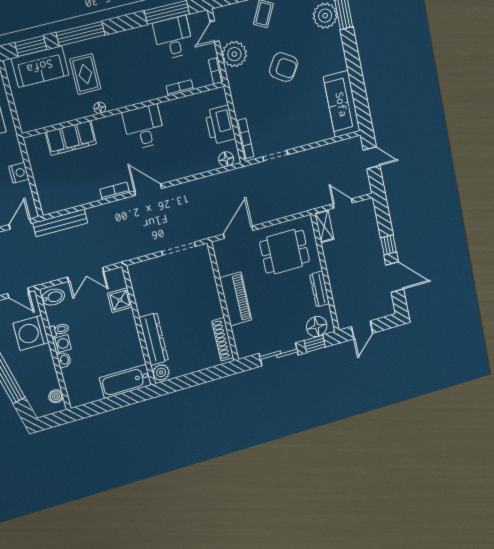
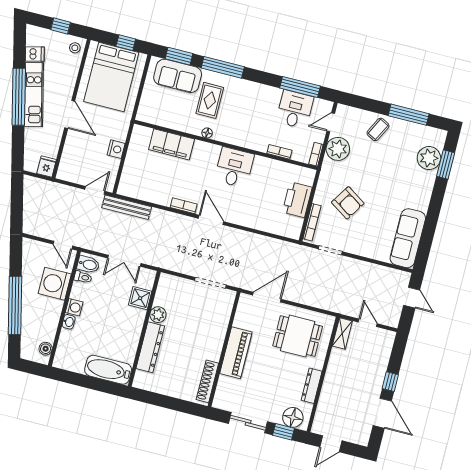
armchair: (283, 67) -> (348, 203), moved
floor lamp: (226, 159) -> (288, 230), removed
toilet: (59, 330) -> (83, 277), moved
plant: (161, 372) -> (158, 315), moved

